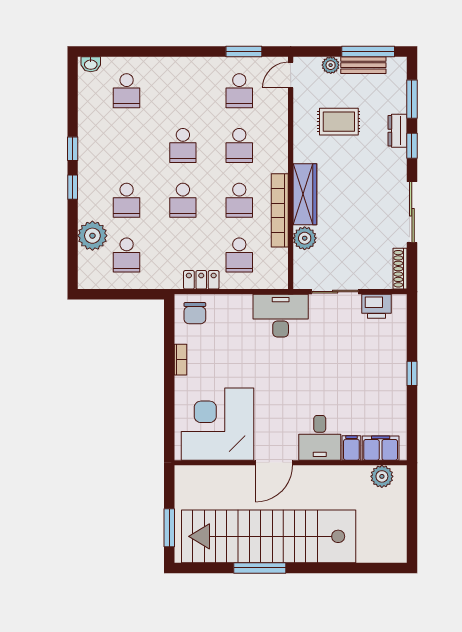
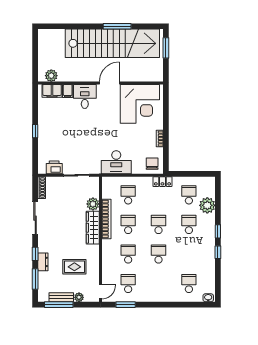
locker: (201, 280) -> (162, 182), moved
desk: (281, 316) -> (116, 162), moved

